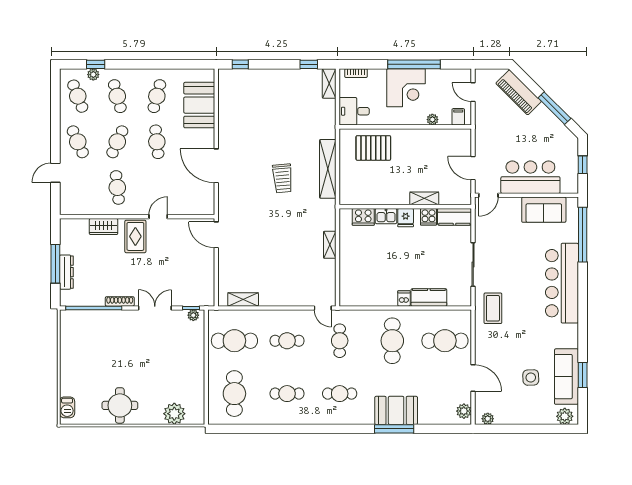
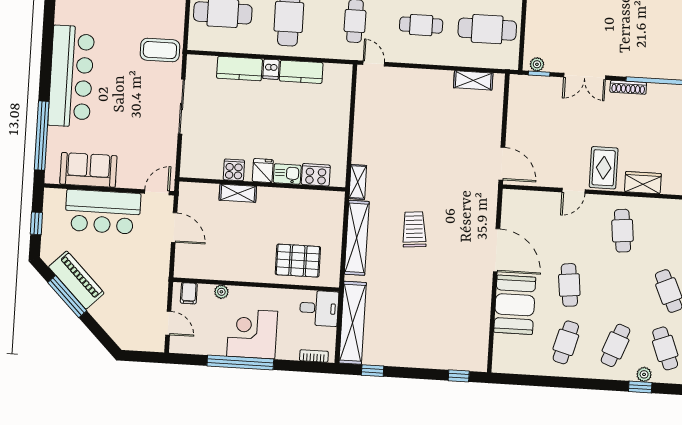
shelving: (329, 83) -> (353, 323), width x2.20, depth x1.33
piano: (519, 92) -> (76, 280), moved
cafe table: (117, 96) -> (616, 345), turned 36
booth: (199, 105) -> (515, 305), moved
cafe table: (117, 142) -> (619, 288), removed
kitchen counter: (454, 217) -> (301, 72), moved, turned 180
shelving: (330, 245) -> (358, 182), moved
coffee table: (493, 308) -> (160, 50), turned 90

